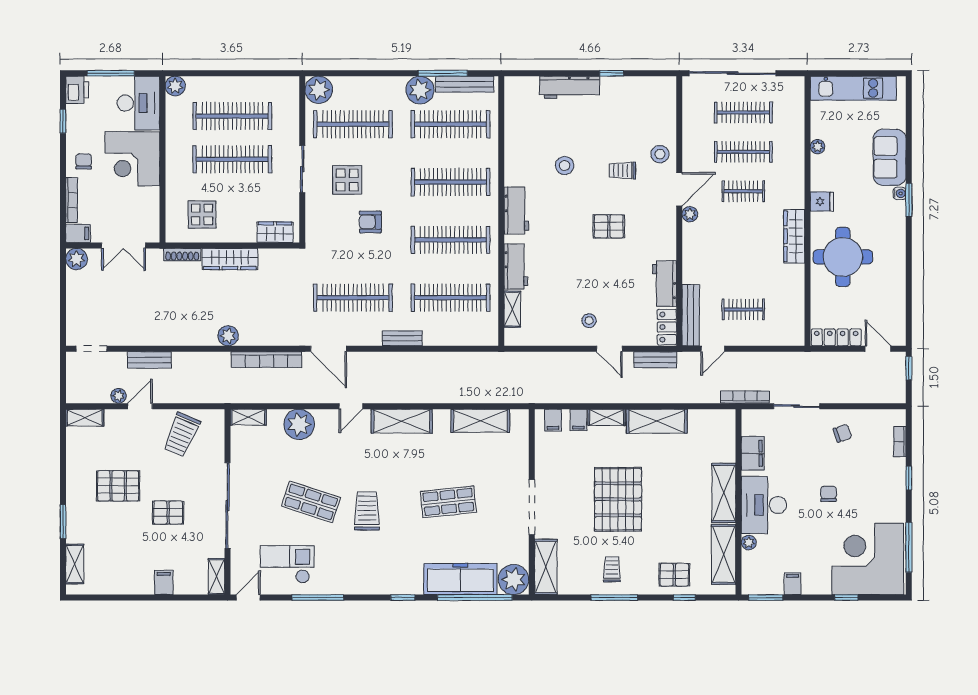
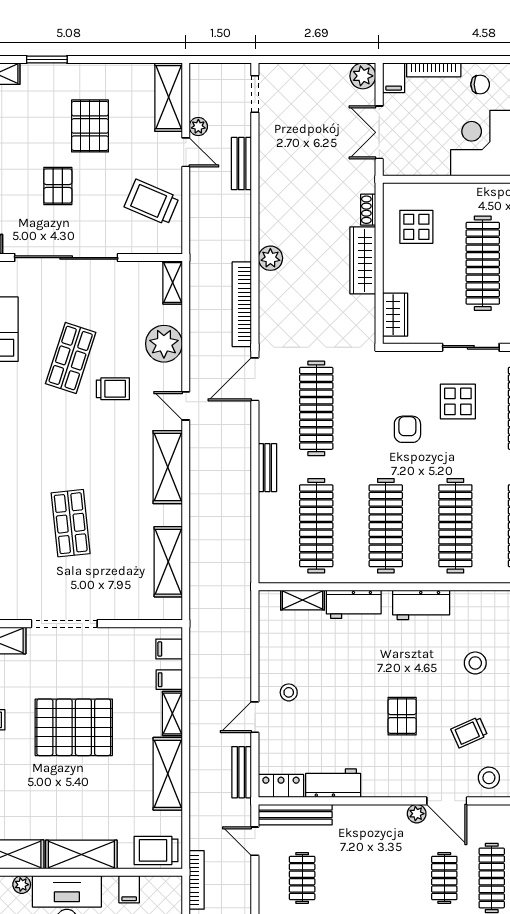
trolley: (622, 171) -> (469, 732), turned -114
shoe rack: (182, 255) -> (368, 210), width x0.70
shelving: (85, 418) -> (169, 97), width x1.50, depth x1.33
trolley: (720, 431) -> (156, 850), added
filing cabinet: (753, 453) -> (129, 889), width x0.50
trolley: (367, 511) -> (113, 389), moved, width x0.73, depth x0.72

